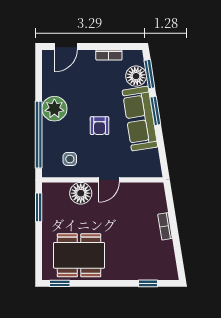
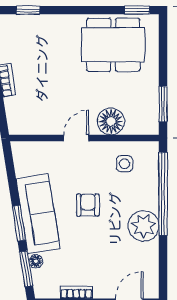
floor lamp: (136, 76) -> (36, 261), width x0.53, depth x0.53

